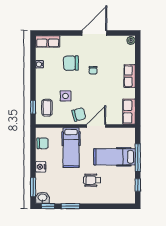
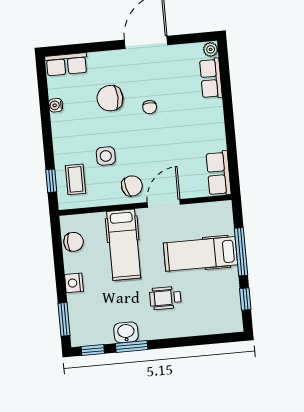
row of seats: (130, 76) -> (211, 78), moved
washbasin: (42, 198) -> (126, 332), moved

